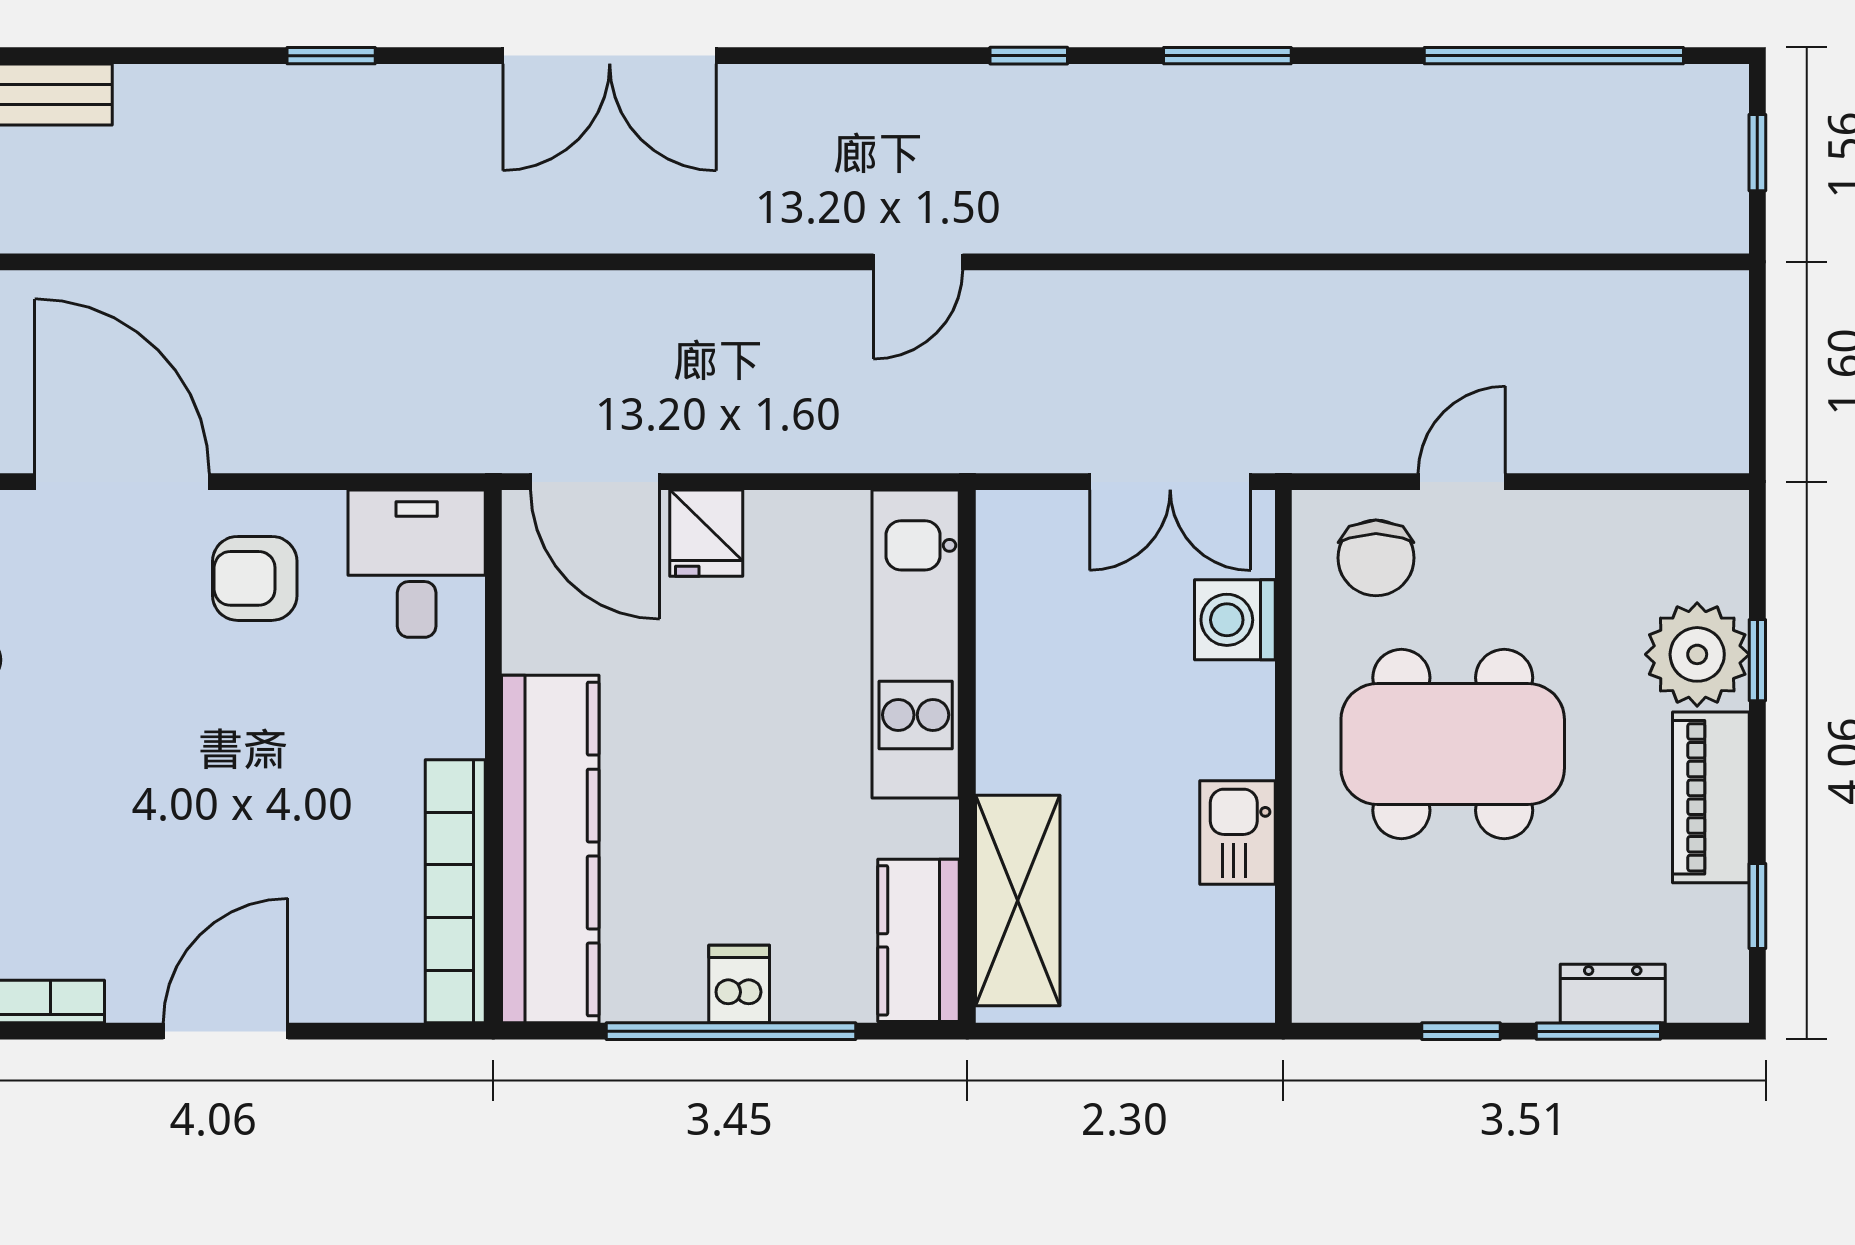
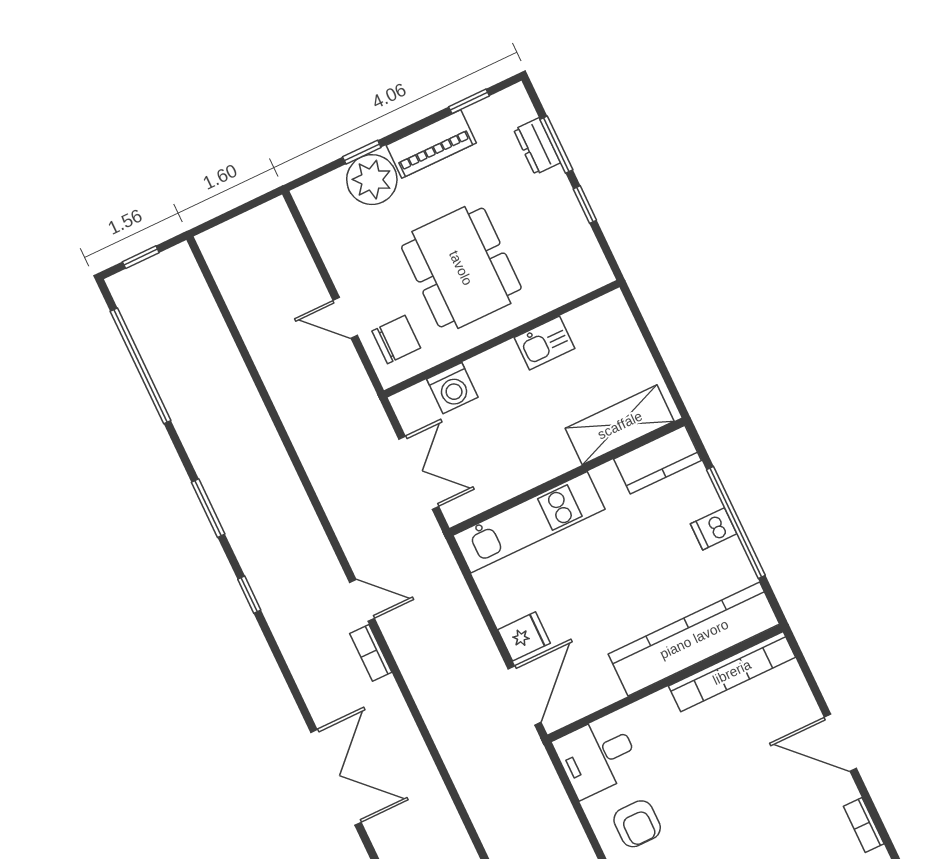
bookcase: (812, 232) -> (371, 653), added
double door: (1170, 482) -> (419, 473), moved

